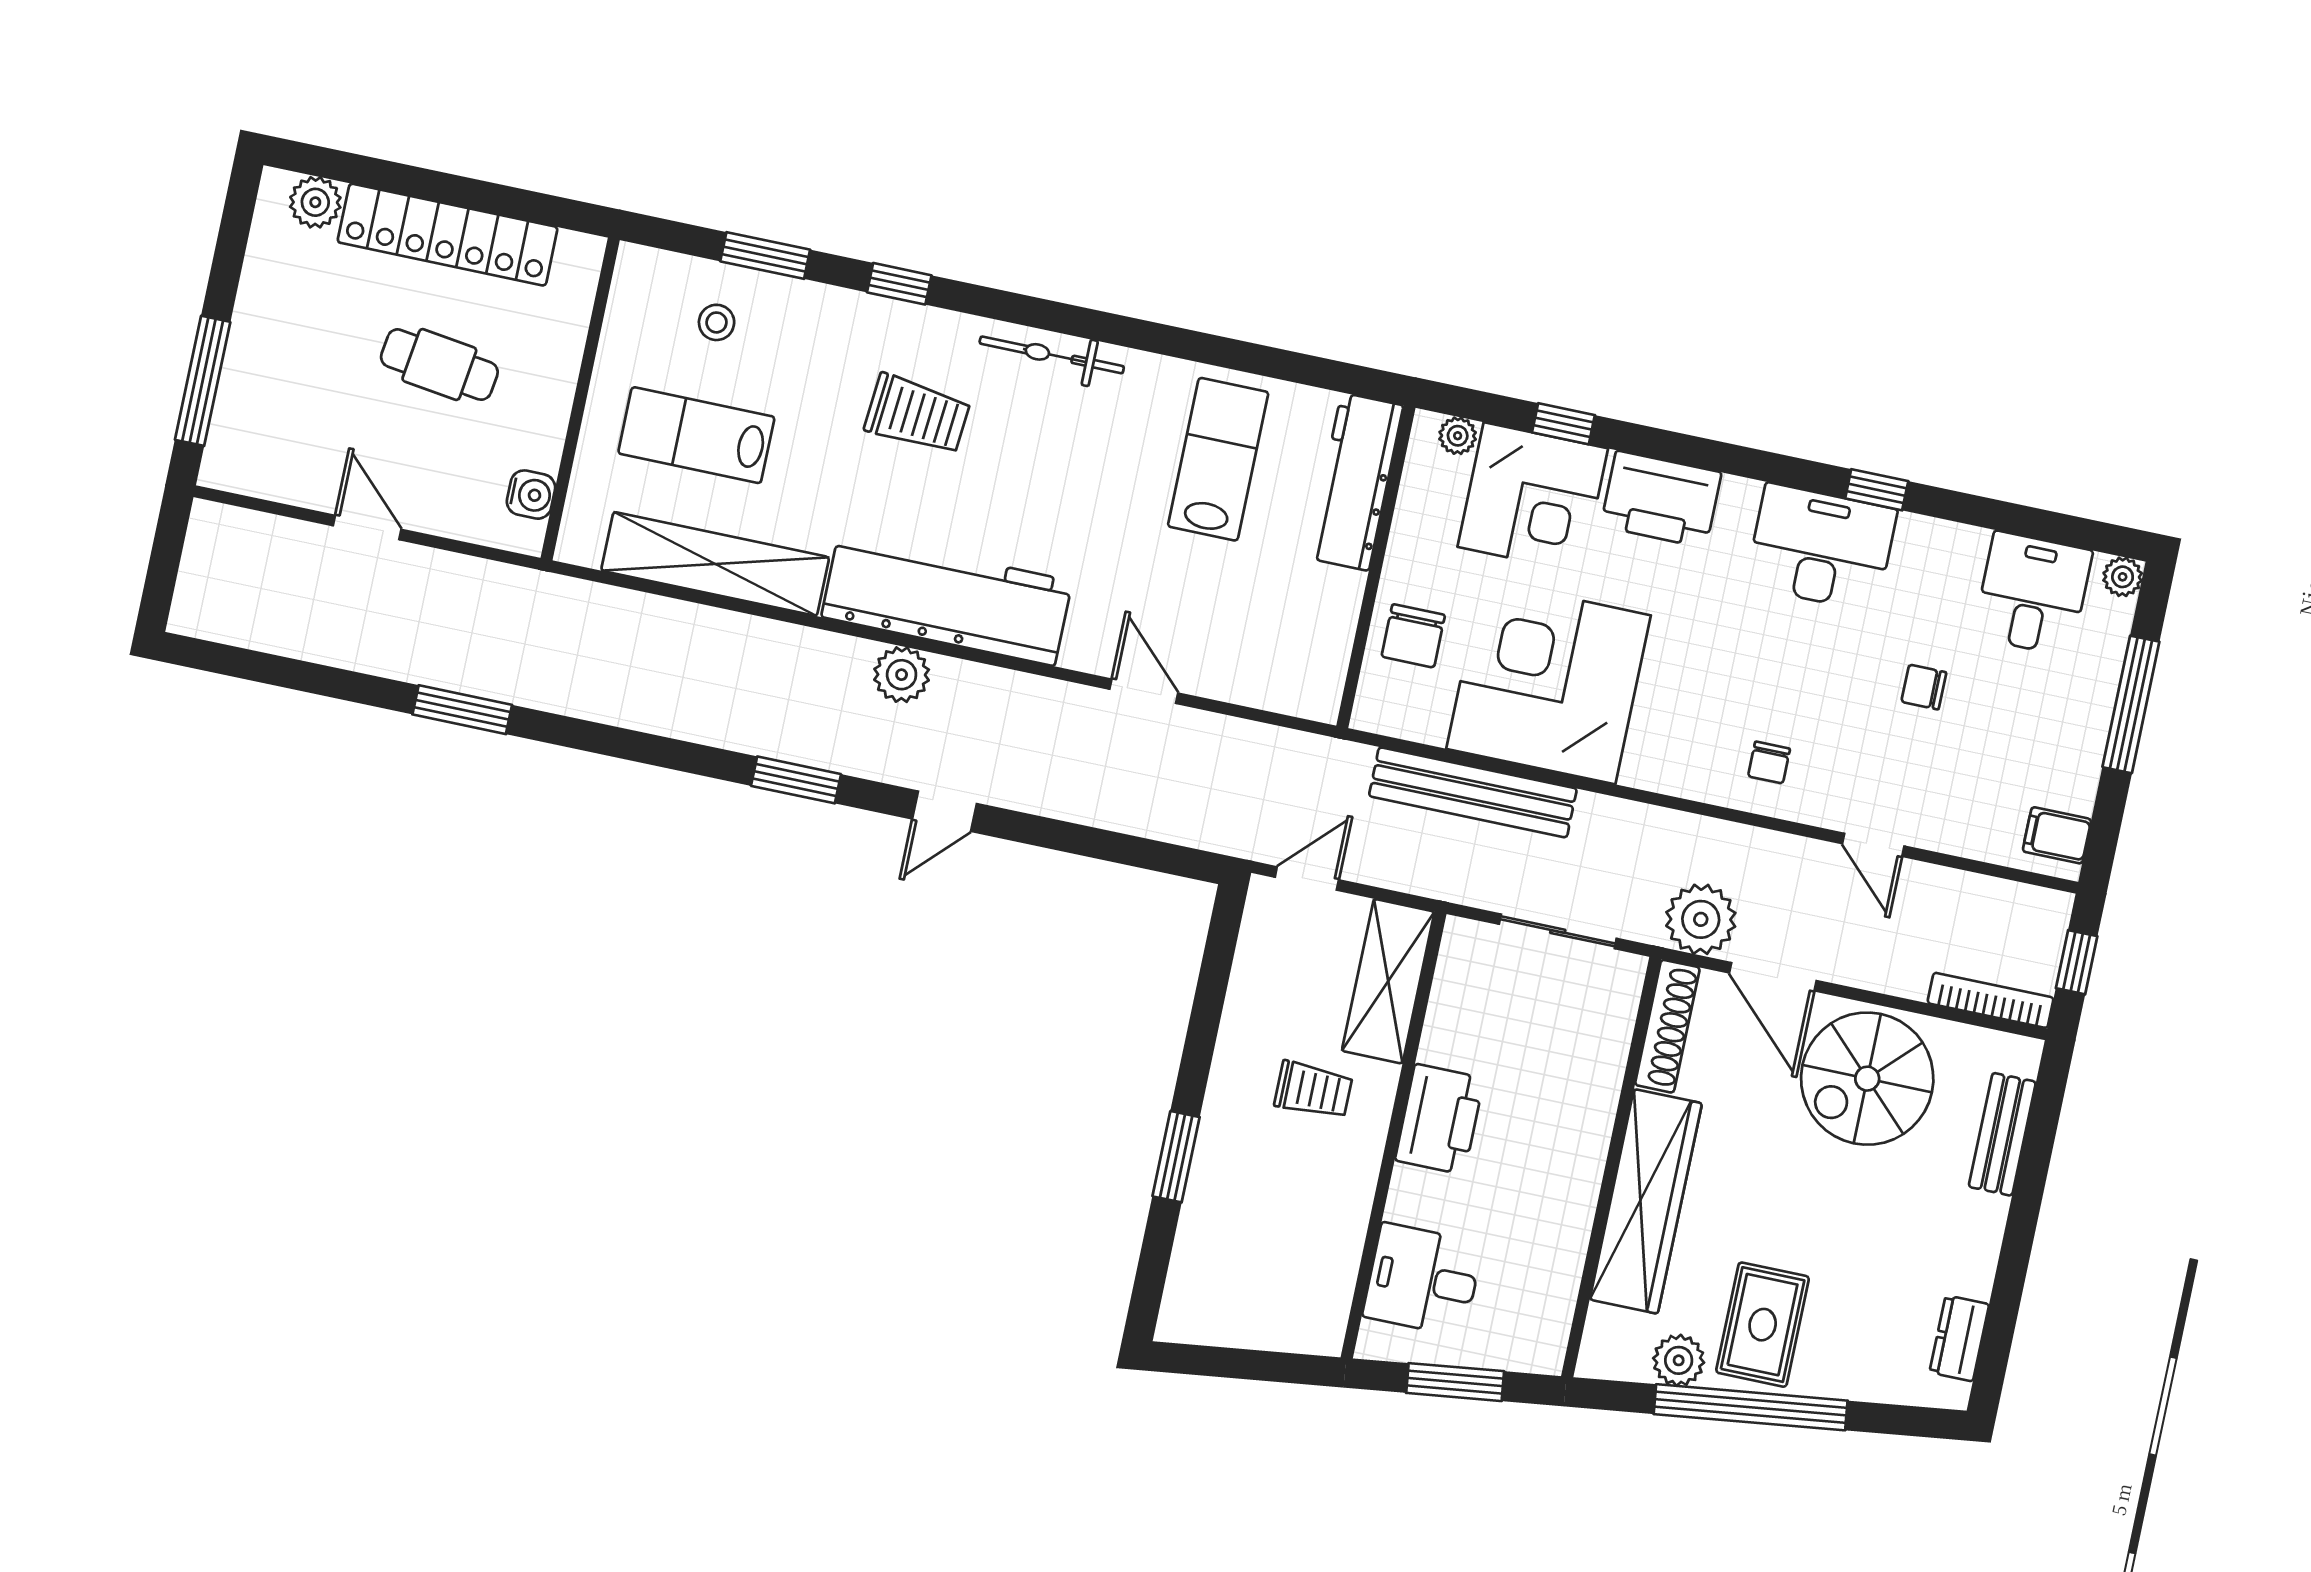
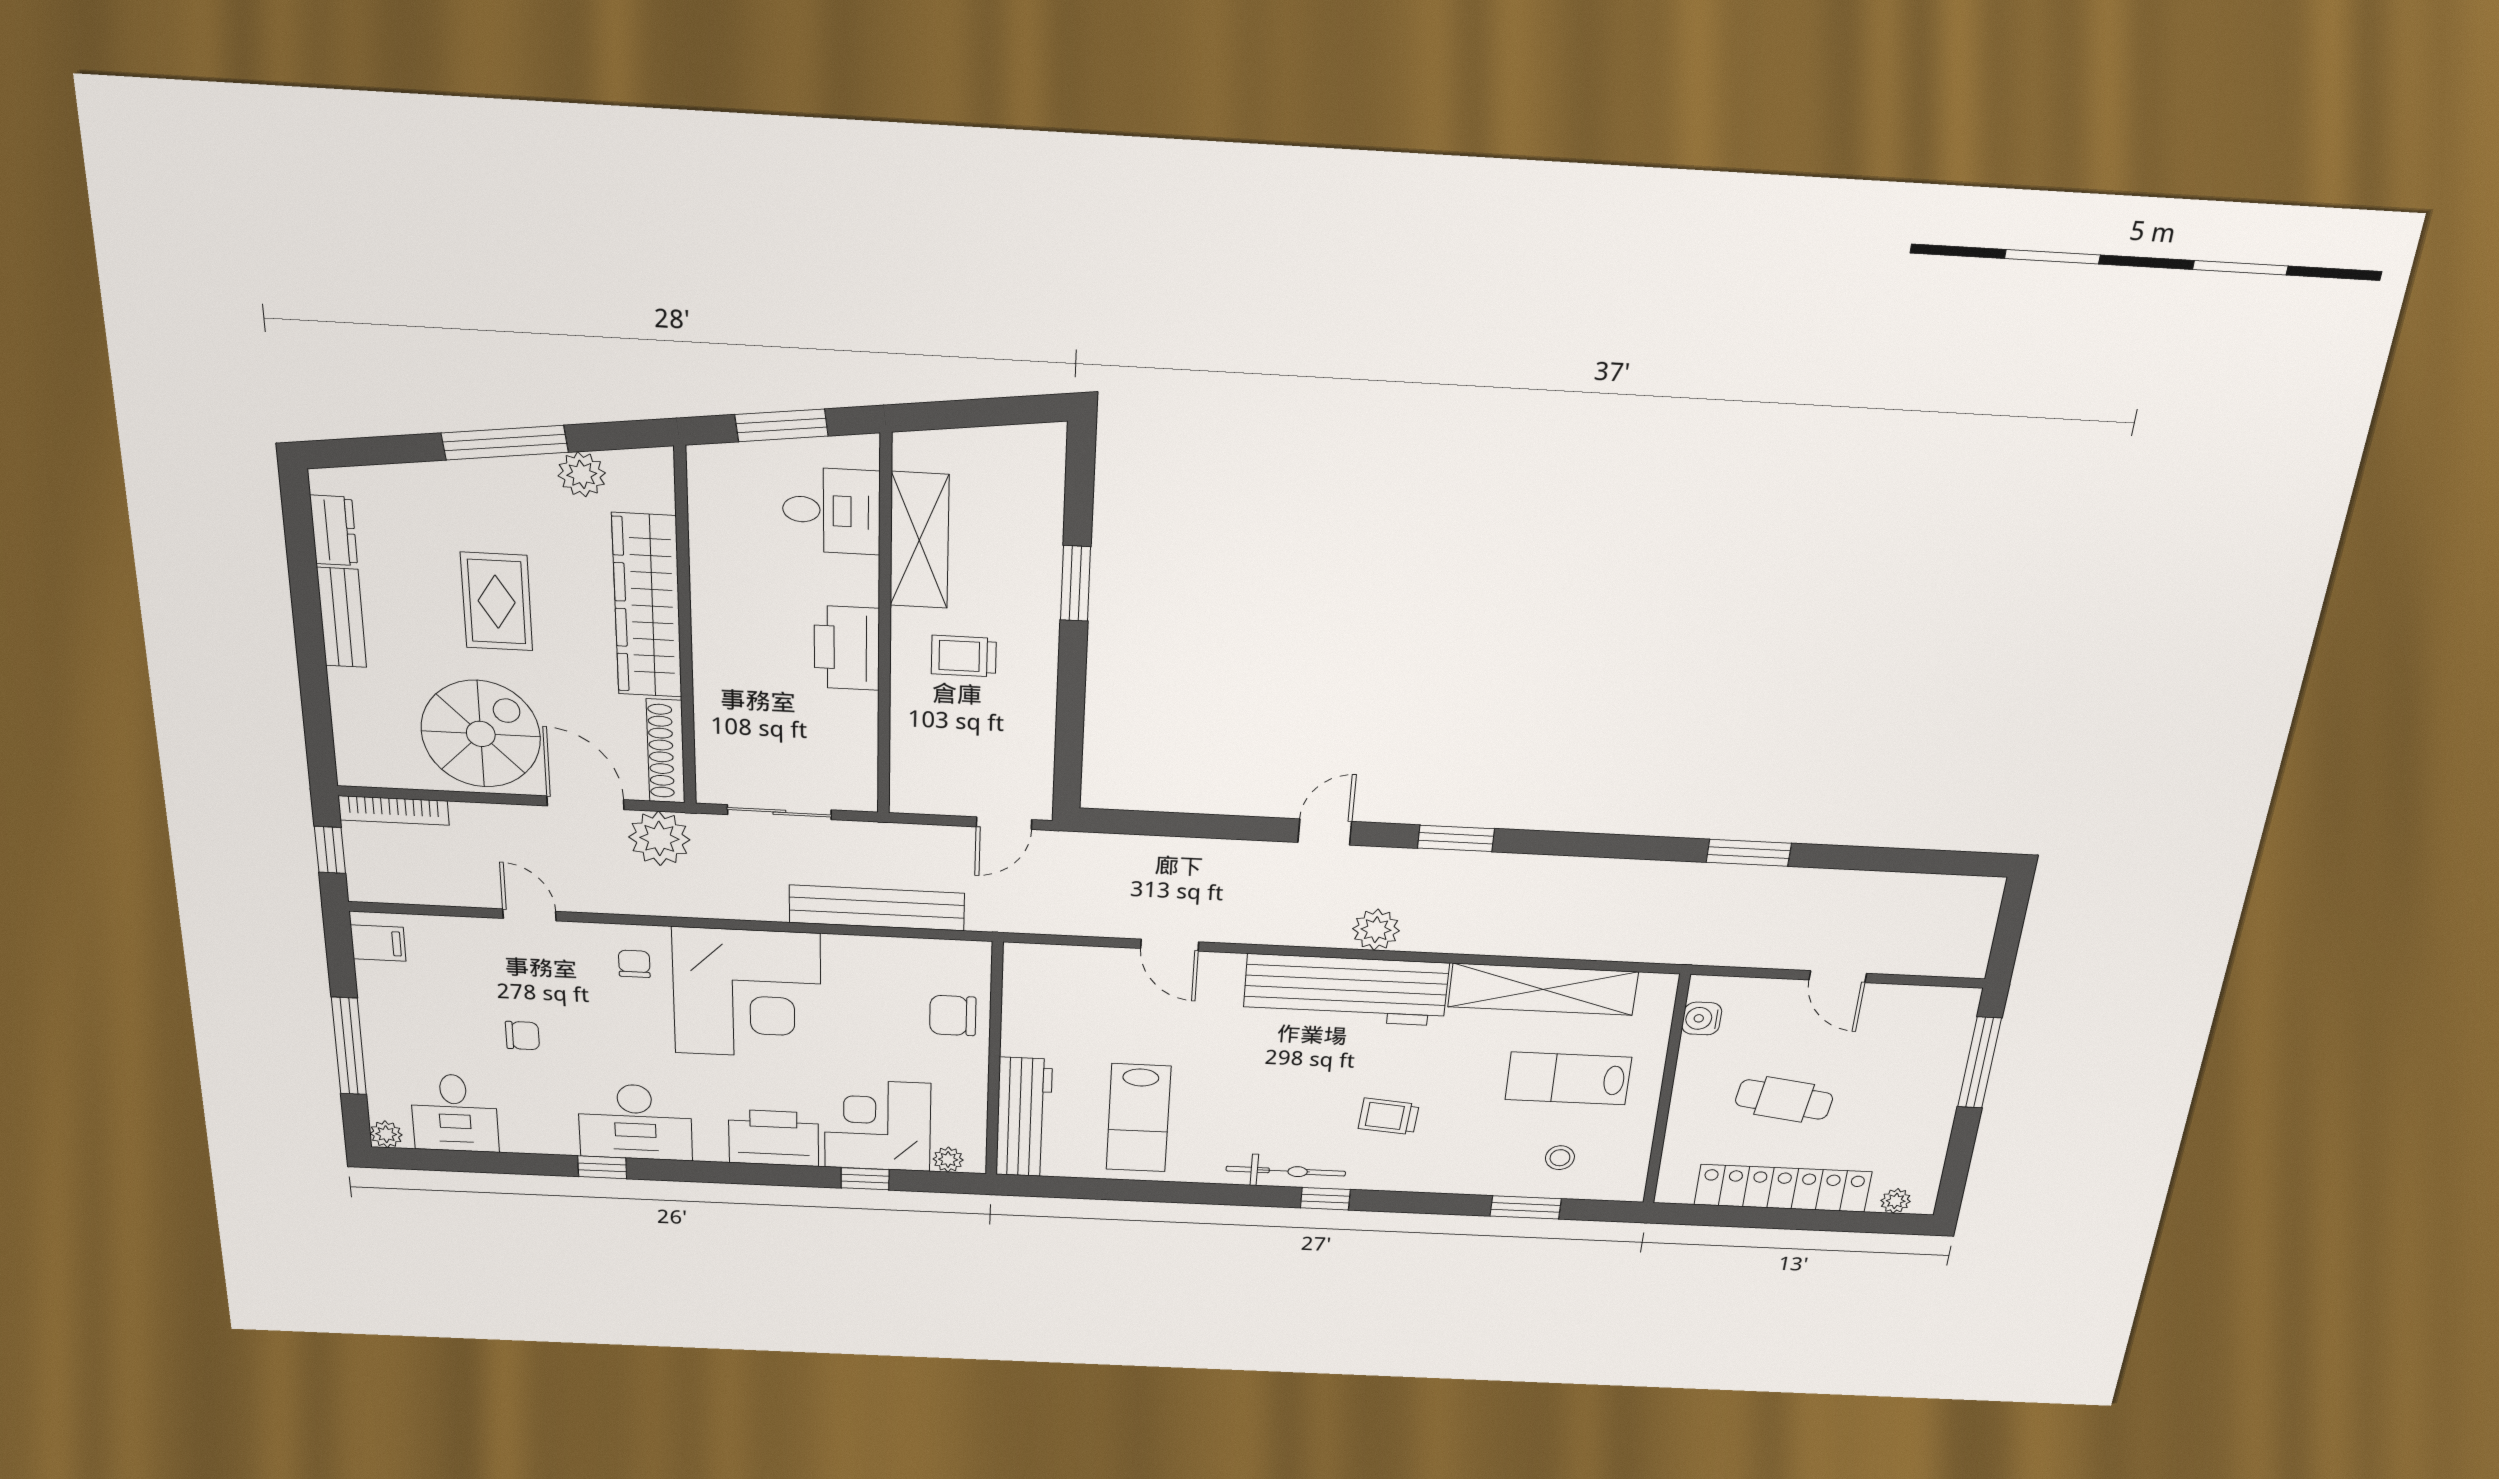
plant: (315, 202) -> (1896, 1201), width x0.73, depth x0.73
window: (899, 284) -> (1325, 1199), moved
trolley: (917, 414) -> (1389, 1116), width x0.73, depth x0.72
lab bench: (696, 435) -> (1568, 1078), turned 180
chair: (1413, 636) -> (953, 1016), turned -90
corner desk: (1549, 682) -> (747, 993), moved
shelving: (1388, 981) -> (919, 540), moved
bench: (2002, 1134) -> (342, 618), moved
rug: (1763, 1325) -> (497, 602), moved
window: (1751, 1407) -> (505, 443), width x0.68

